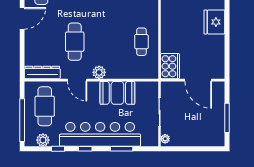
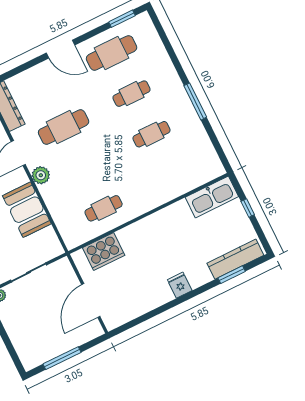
fridge: (214, 22) -> (180, 285), width x0.53, depth x0.75
cooker: (170, 66) -> (104, 252), moved

